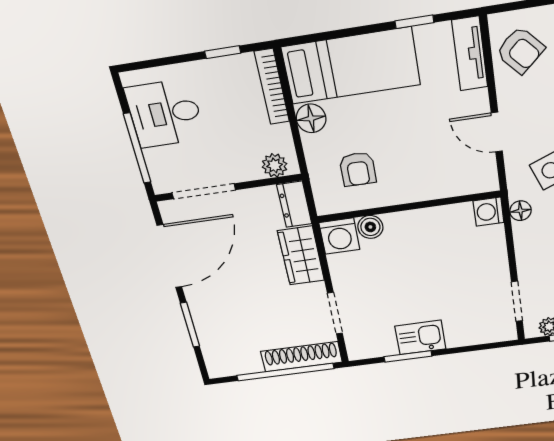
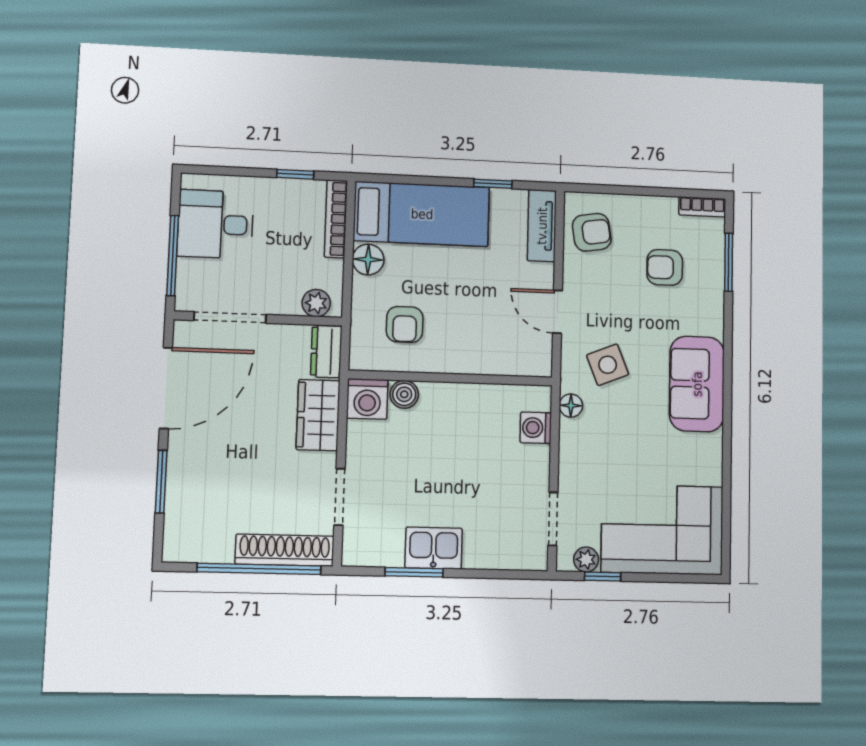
armchair: (520, 50) -> (592, 232), turned -56
washing machine: (488, 212) -> (536, 428), moved

